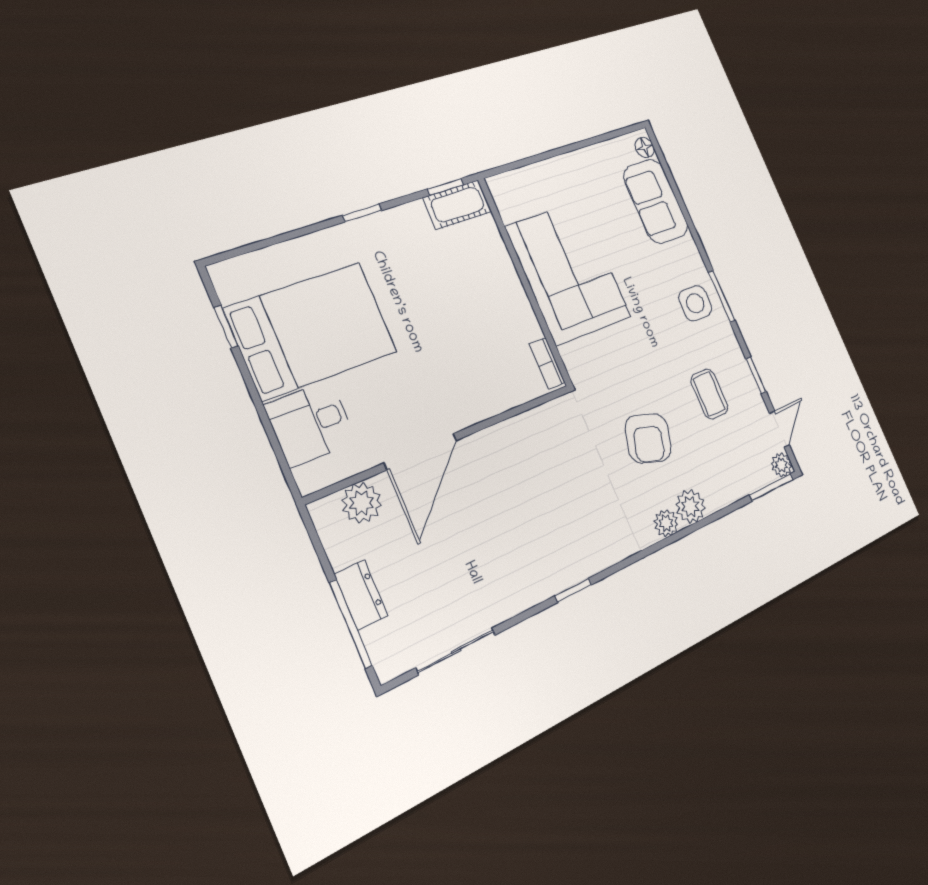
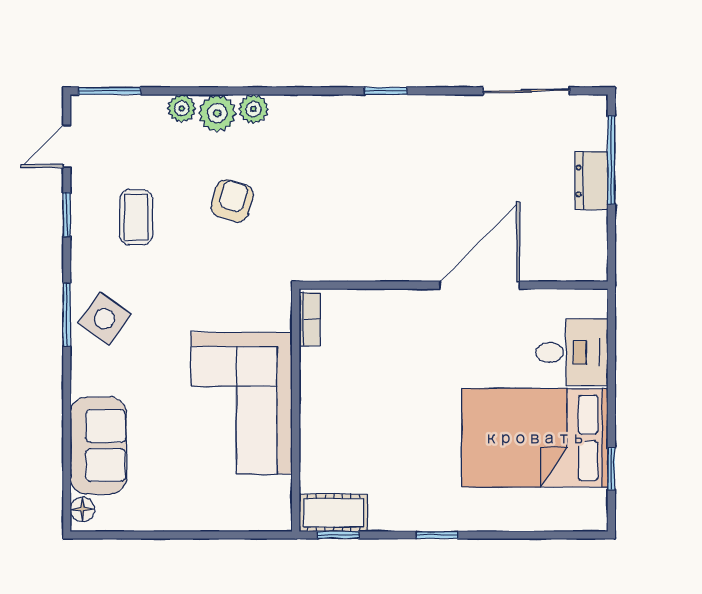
side table: (695, 303) -> (104, 319), turned 35
armchair: (648, 438) -> (232, 201), width x0.72, depth x0.72
plant: (781, 465) -> (182, 108), moved
plant: (361, 503) -> (556, 262), removed

